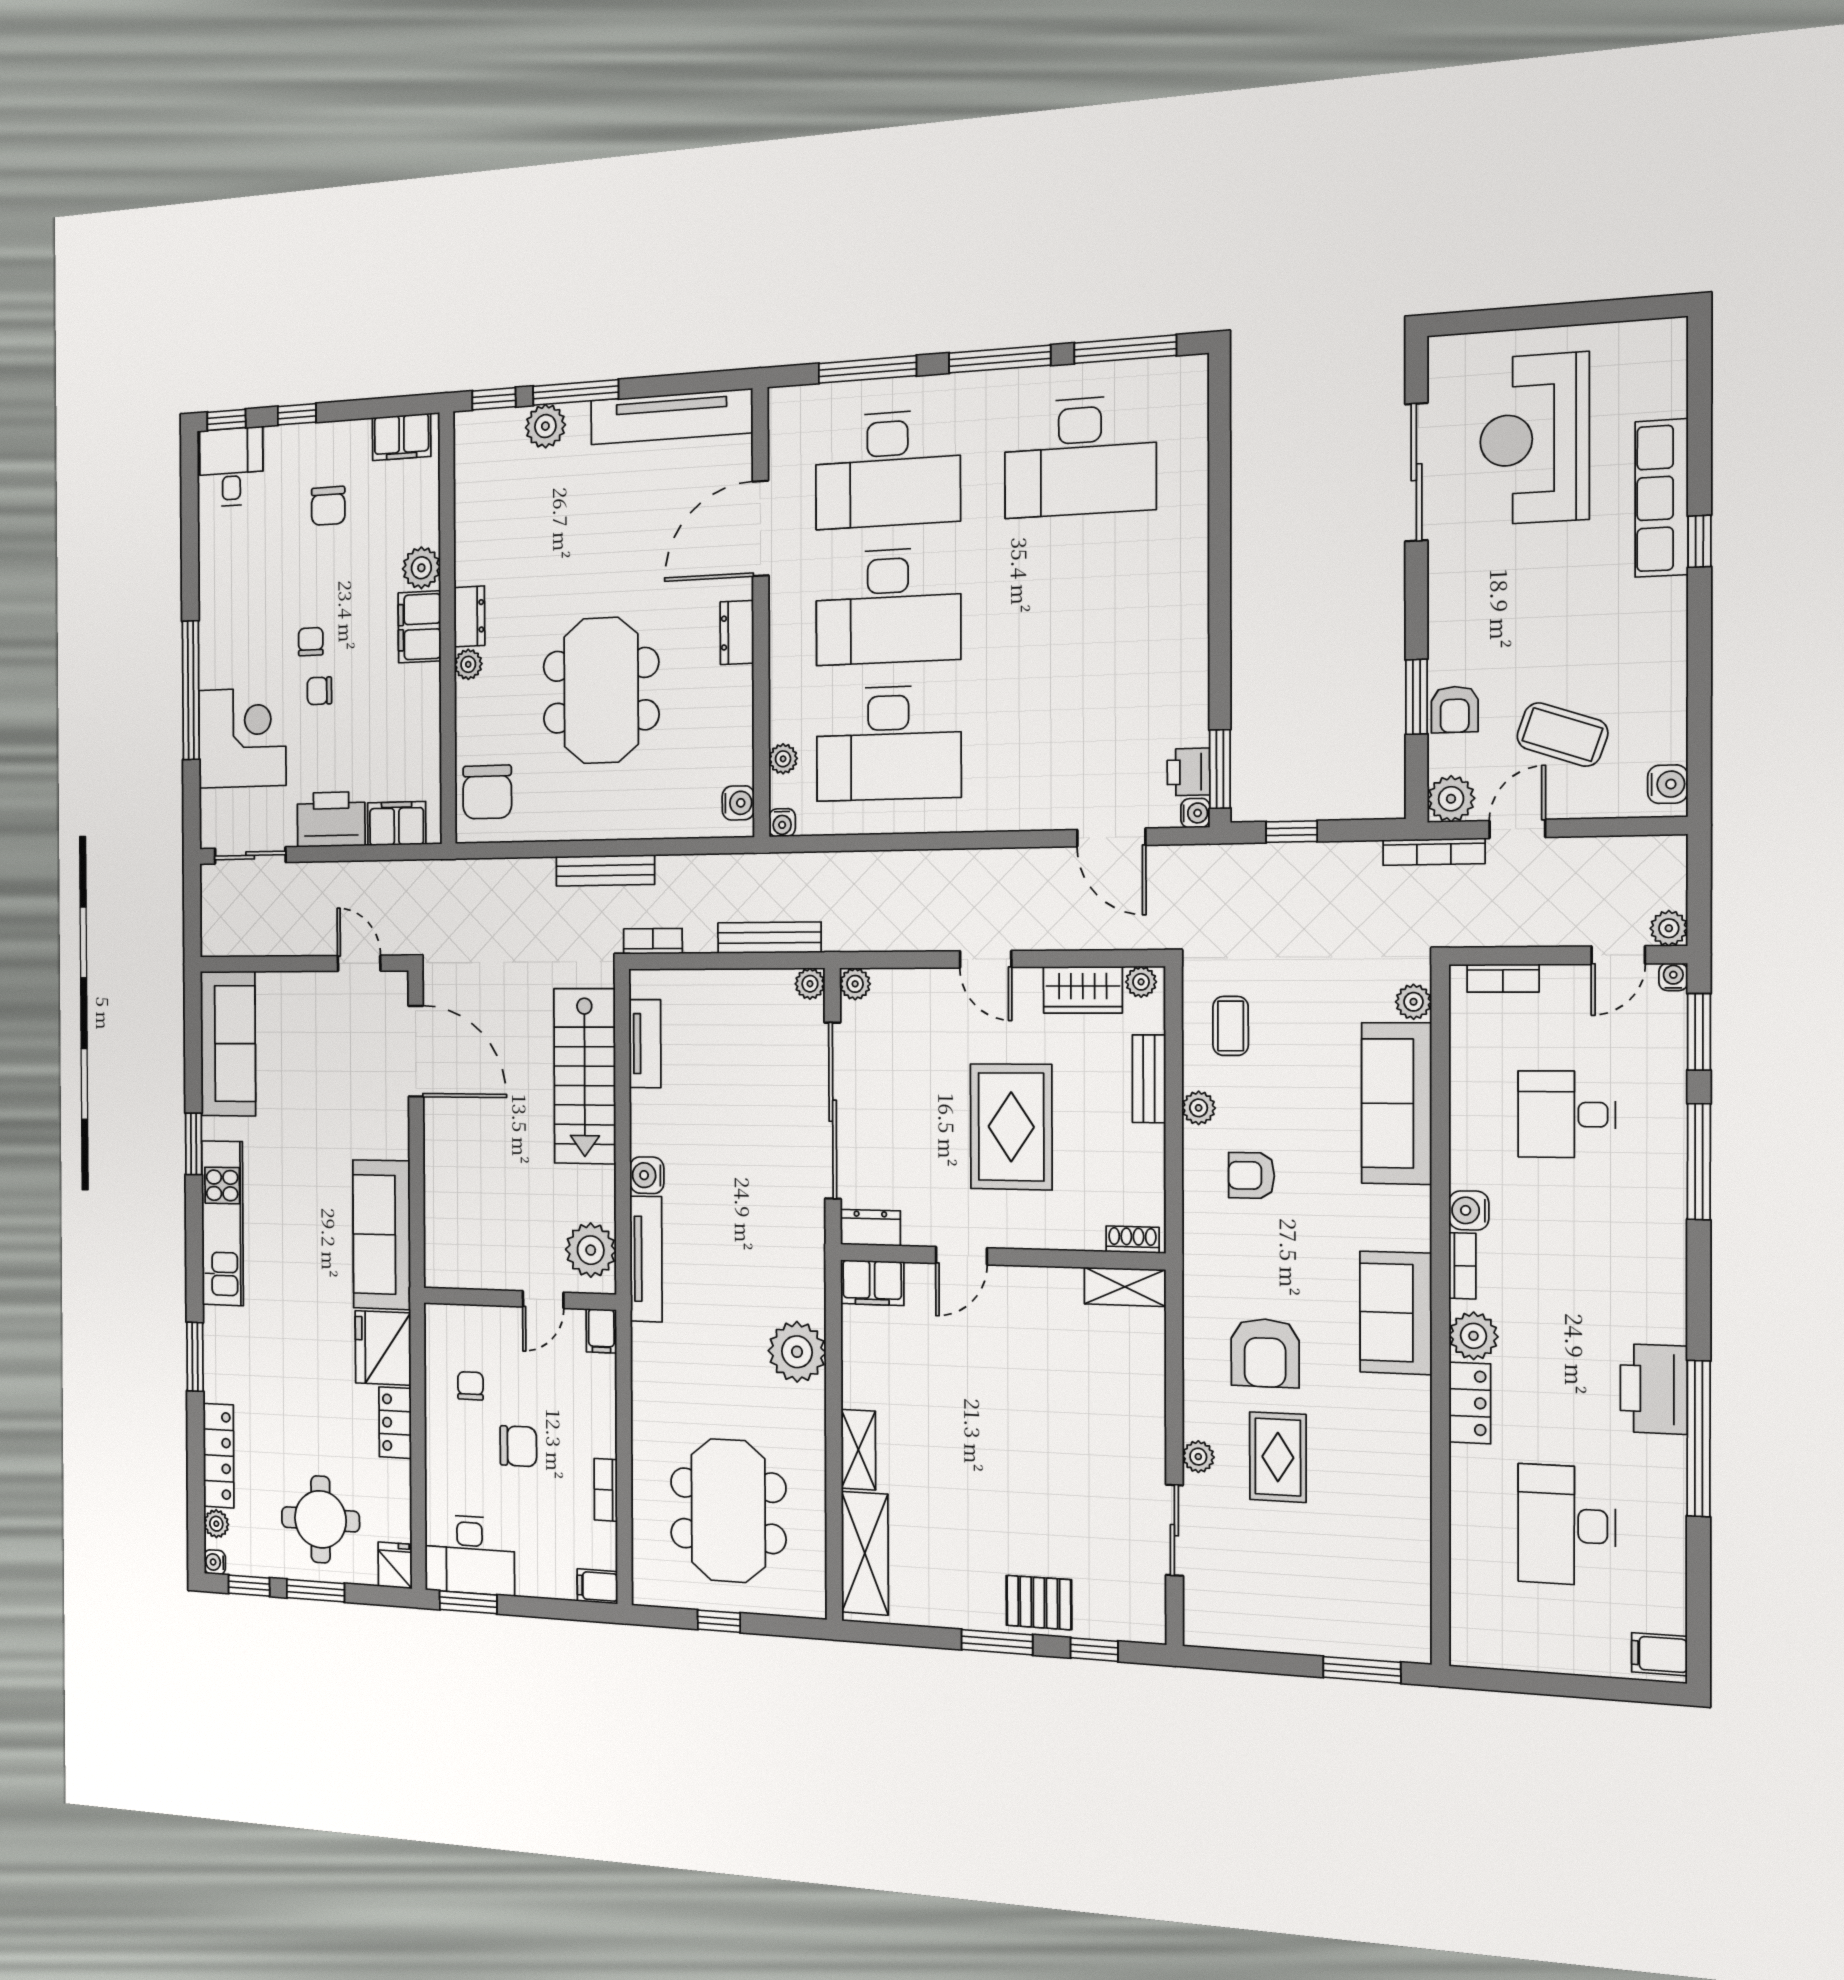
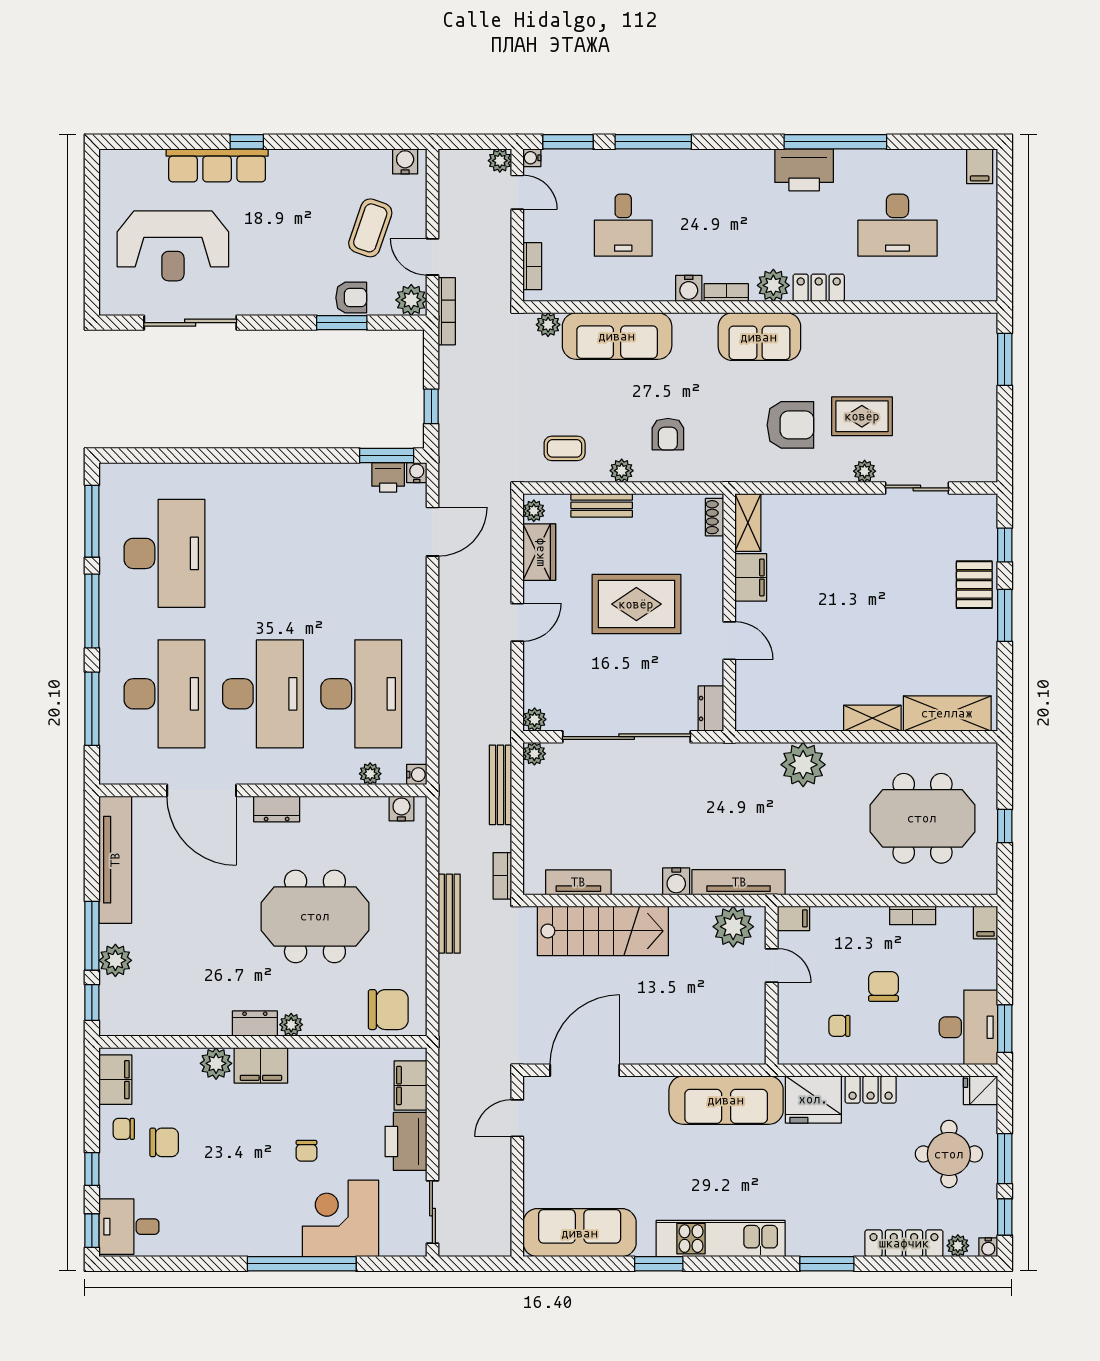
chair: (311, 642) -> (124, 1129), moved
filing cabinet: (872, 1283) -> (751, 577), moved

